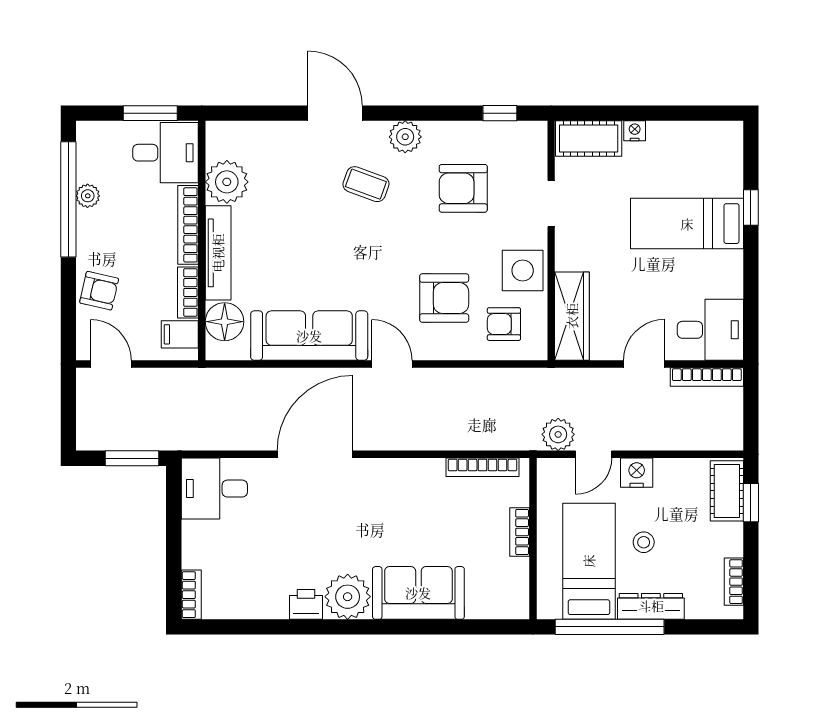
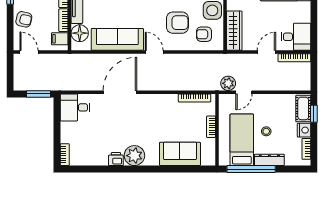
nightstand: (637, 473) -> (304, 130), moved, turned 90
sofa: (418, 593) -> (180, 154), moved

